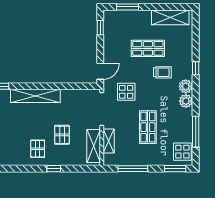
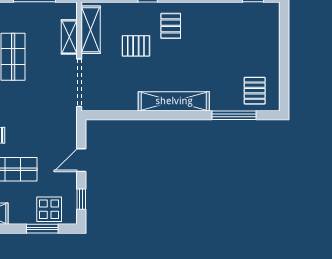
door: (100, 71) -> (81, 160), moved
display table: (126, 92) -> (49, 209), moved
pallet: (62, 135) -> (136, 46), turned 90

